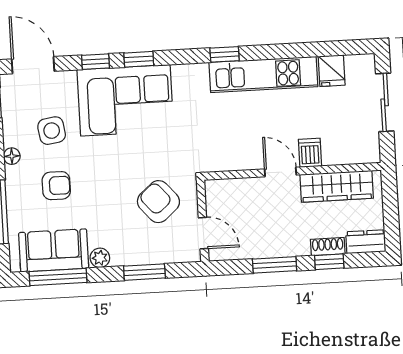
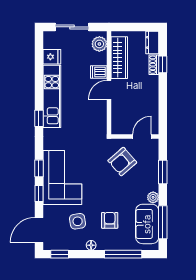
plant: (358, 151) -> (99, 44), added
window: (275, 265) -> (163, 96), removed

